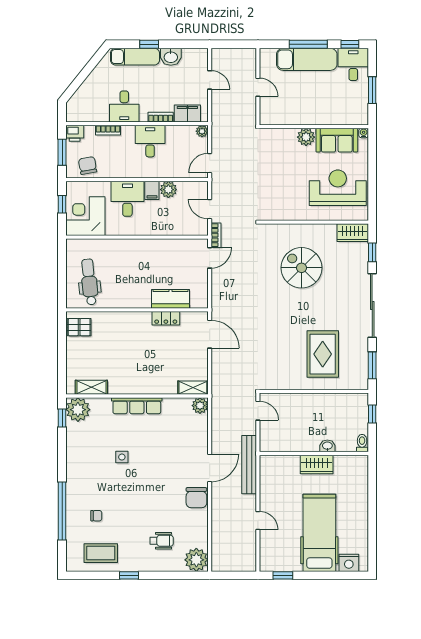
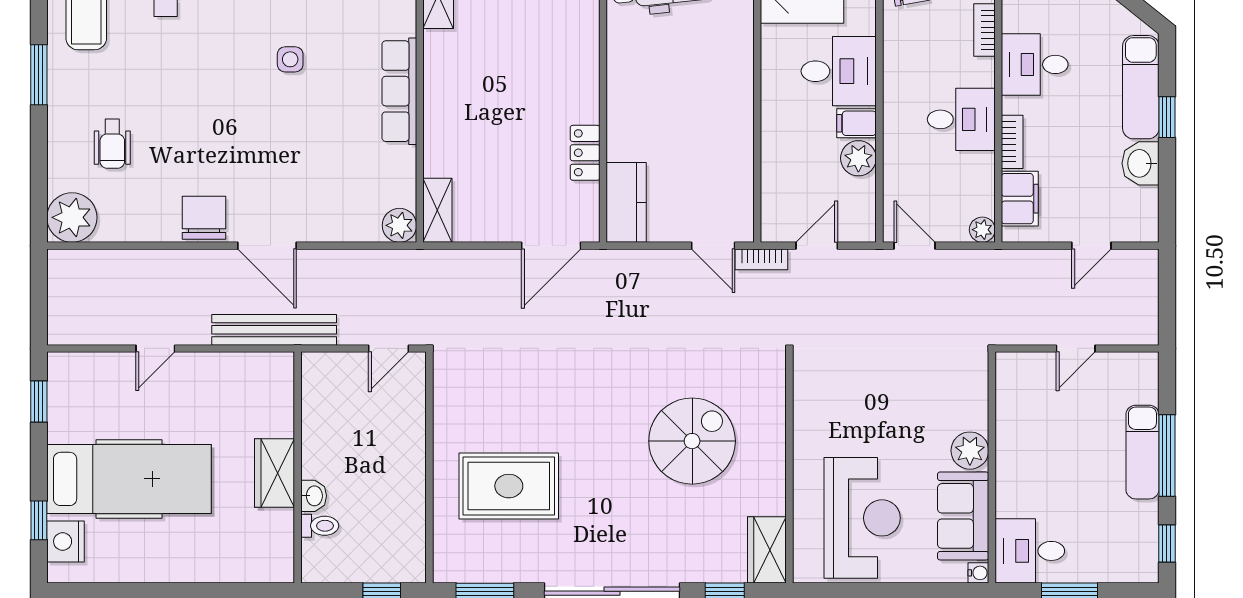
exam couch: (307, 59) -> (1142, 452), width x0.73, depth x0.69
desk: (353, 64) -> (1030, 551), moved, turned 180
kitchen counter: (171, 299) -> (626, 202), moved
toilet: (362, 443) -> (320, 526), moved
chair: (196, 498) -> (204, 218), turned 90
window: (129, 575) -> (39, 75), width x1.50
window: (339, 575) -> (39, 520), added

